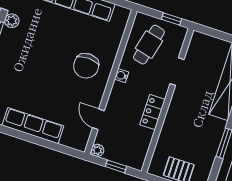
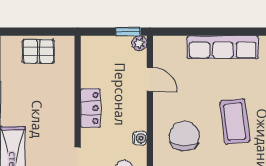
coffee table: (43, 64) -> (235, 122), added
window: (116, 166) -> (128, 32), moved

